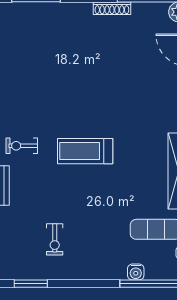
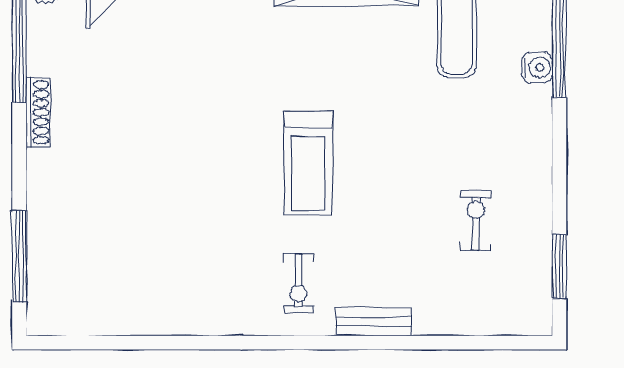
exercise bike: (55, 239) -> (476, 221), turned -89

